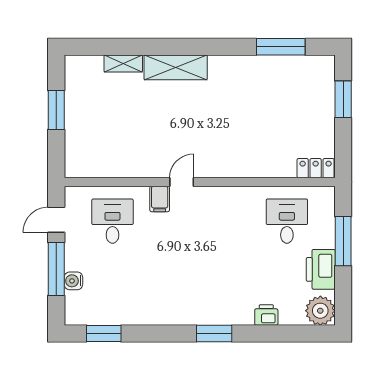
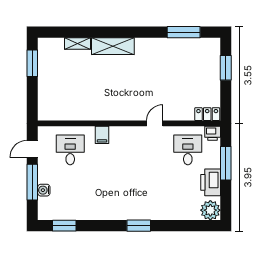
window: (56, 110) -> (32, 63), moved
door: (182, 182) -> (155, 123), moved
printer: (266, 315) -> (213, 133), moved, turned 180

